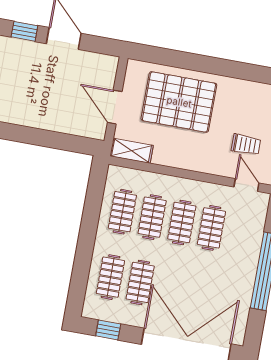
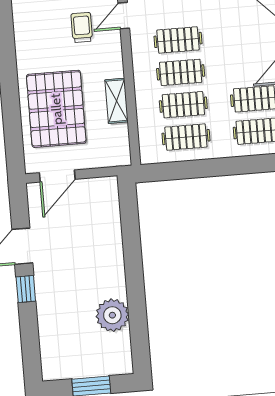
door: (115, 107) -> (57, 176), moved
shelving: (132, 151) -> (117, 101), moved

